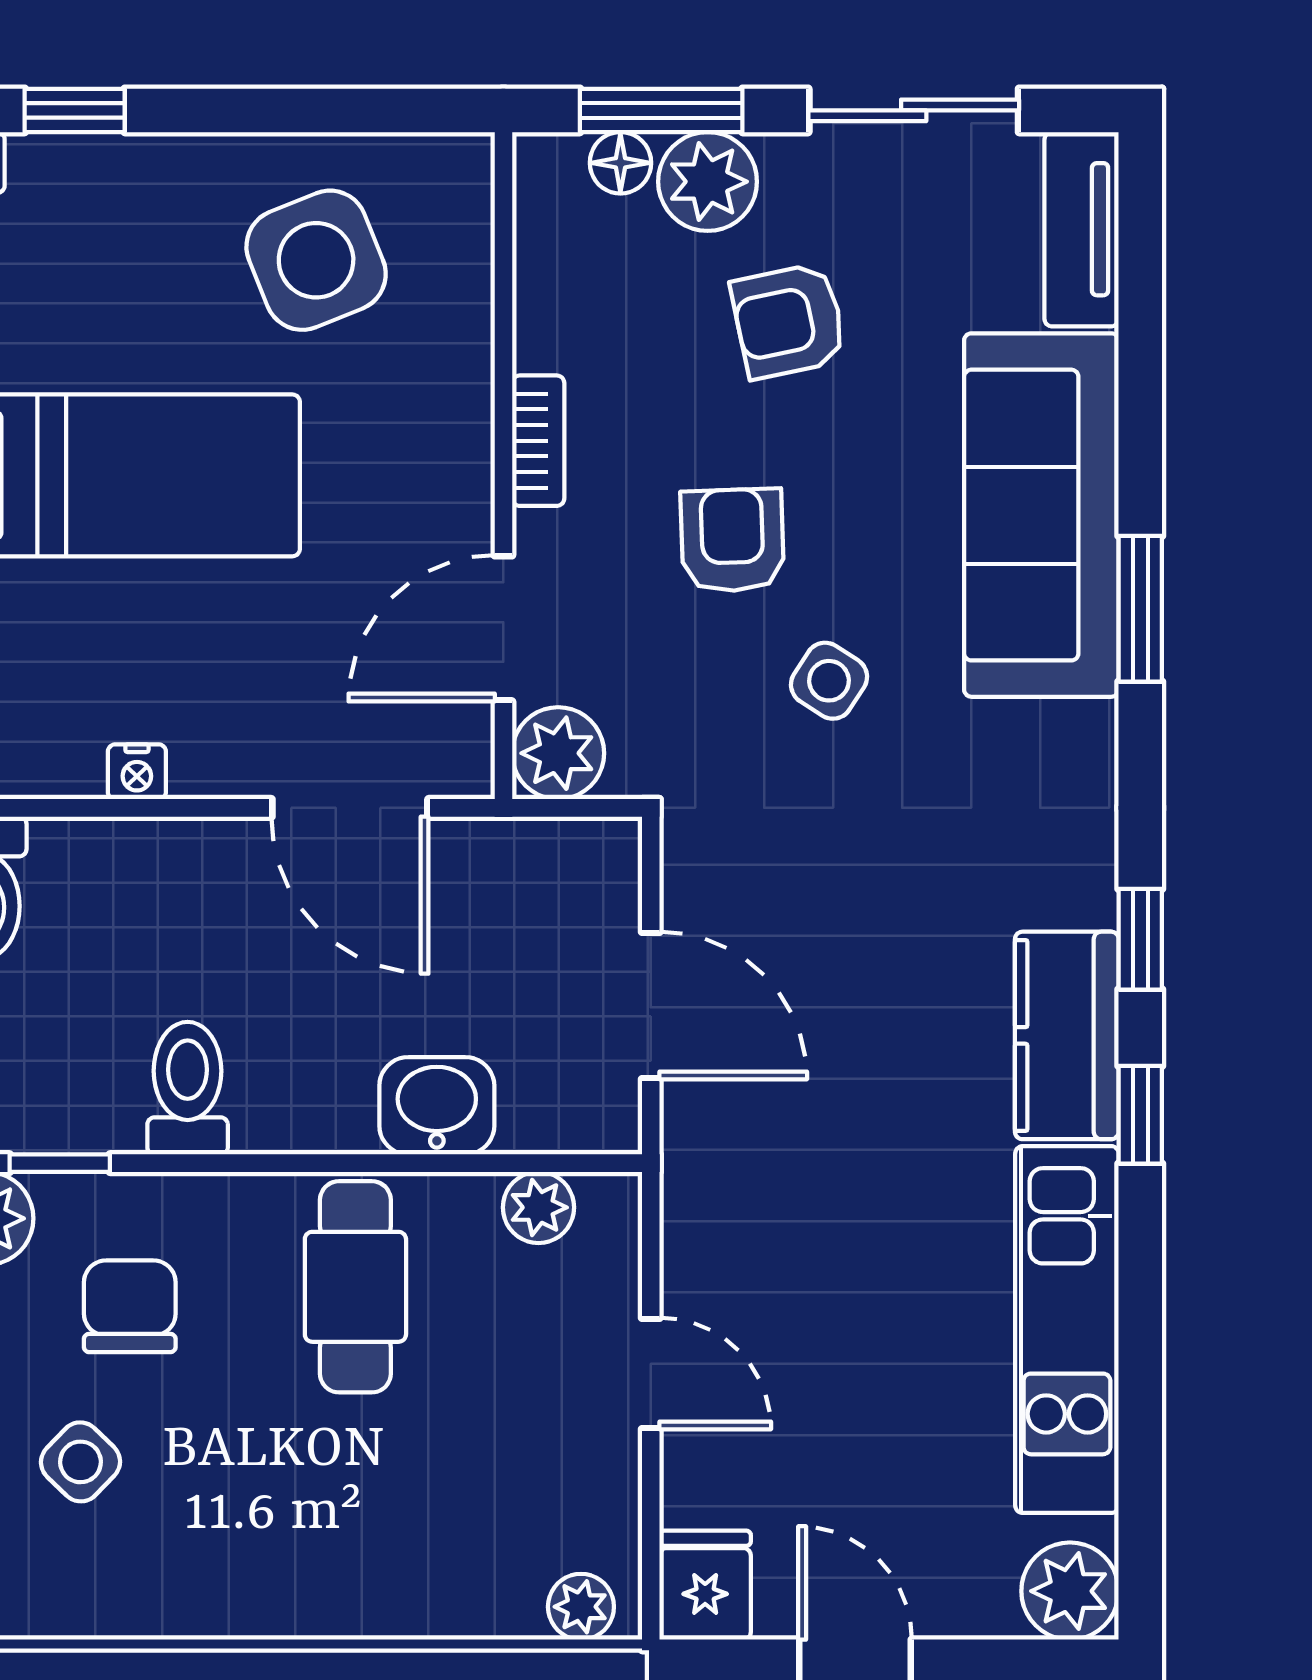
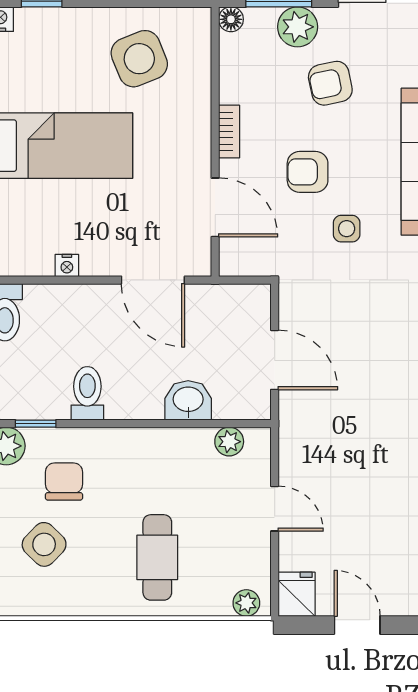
floor lamp: (620, 163) -> (231, 19), moved
armchair: (732, 540) -> (308, 172), turned -88
door: (503, 628) -> (215, 207), swing flipped
side table: (829, 681) -> (347, 229), turned -33
plant: (558, 753) -> (237, 258), removed
cafe table: (355, 1287) -> (157, 557), moved
side table: (81, 1462) -> (44, 544), width x1.37, depth x1.37

